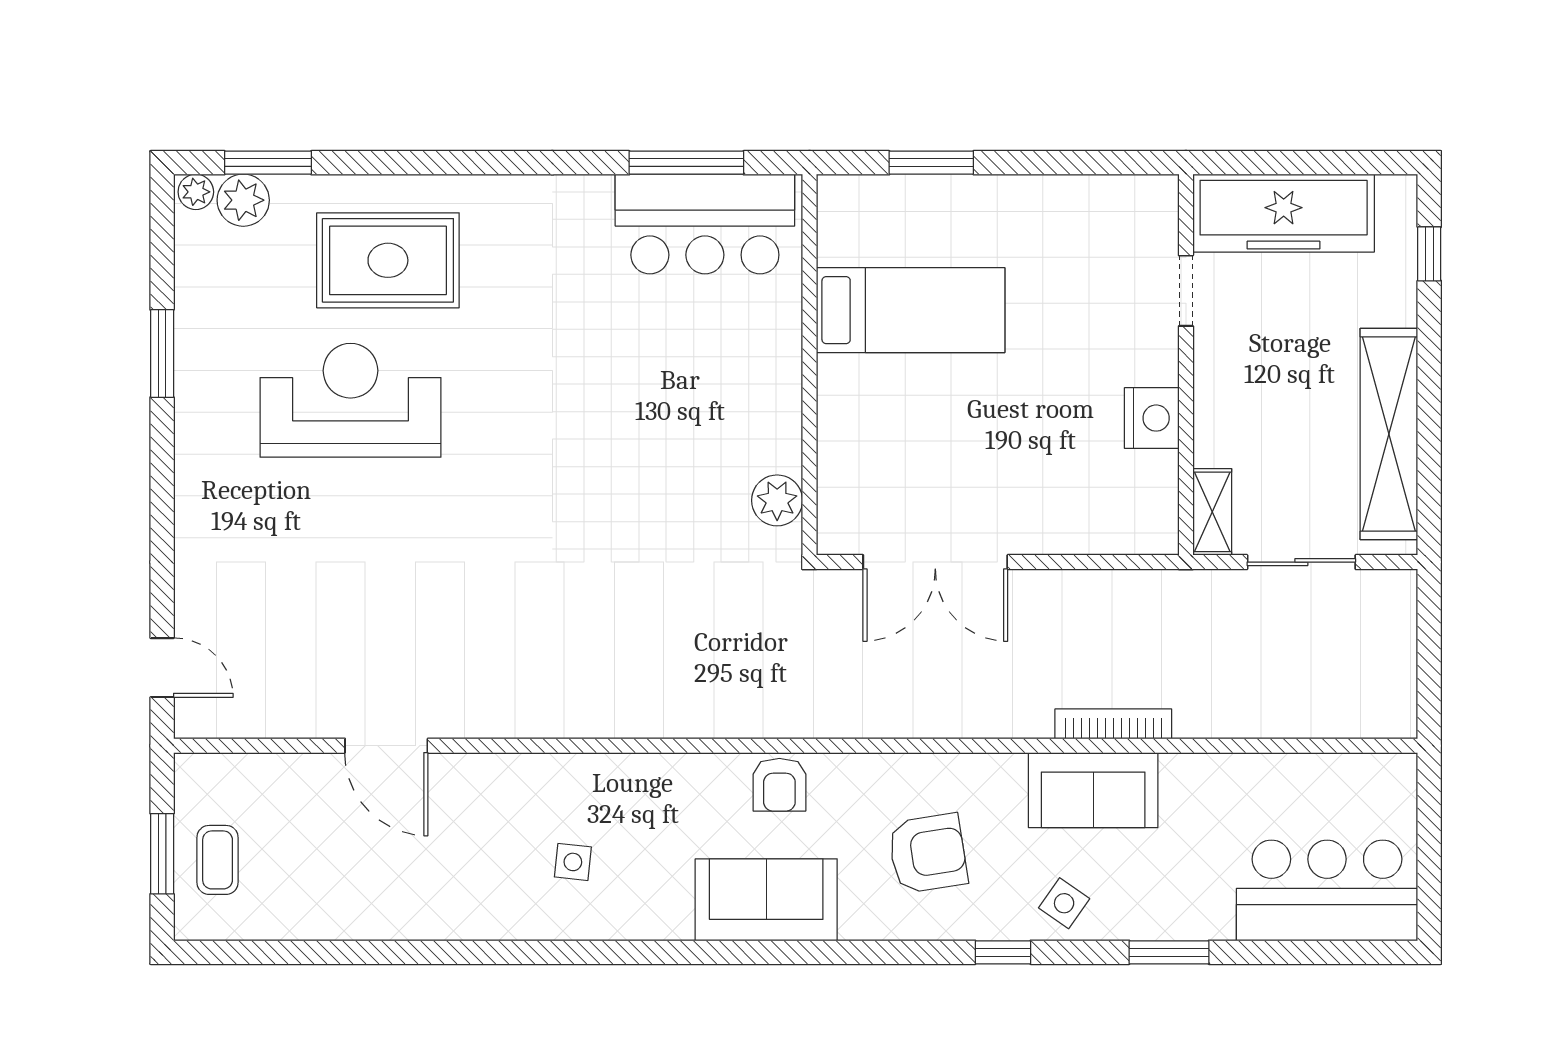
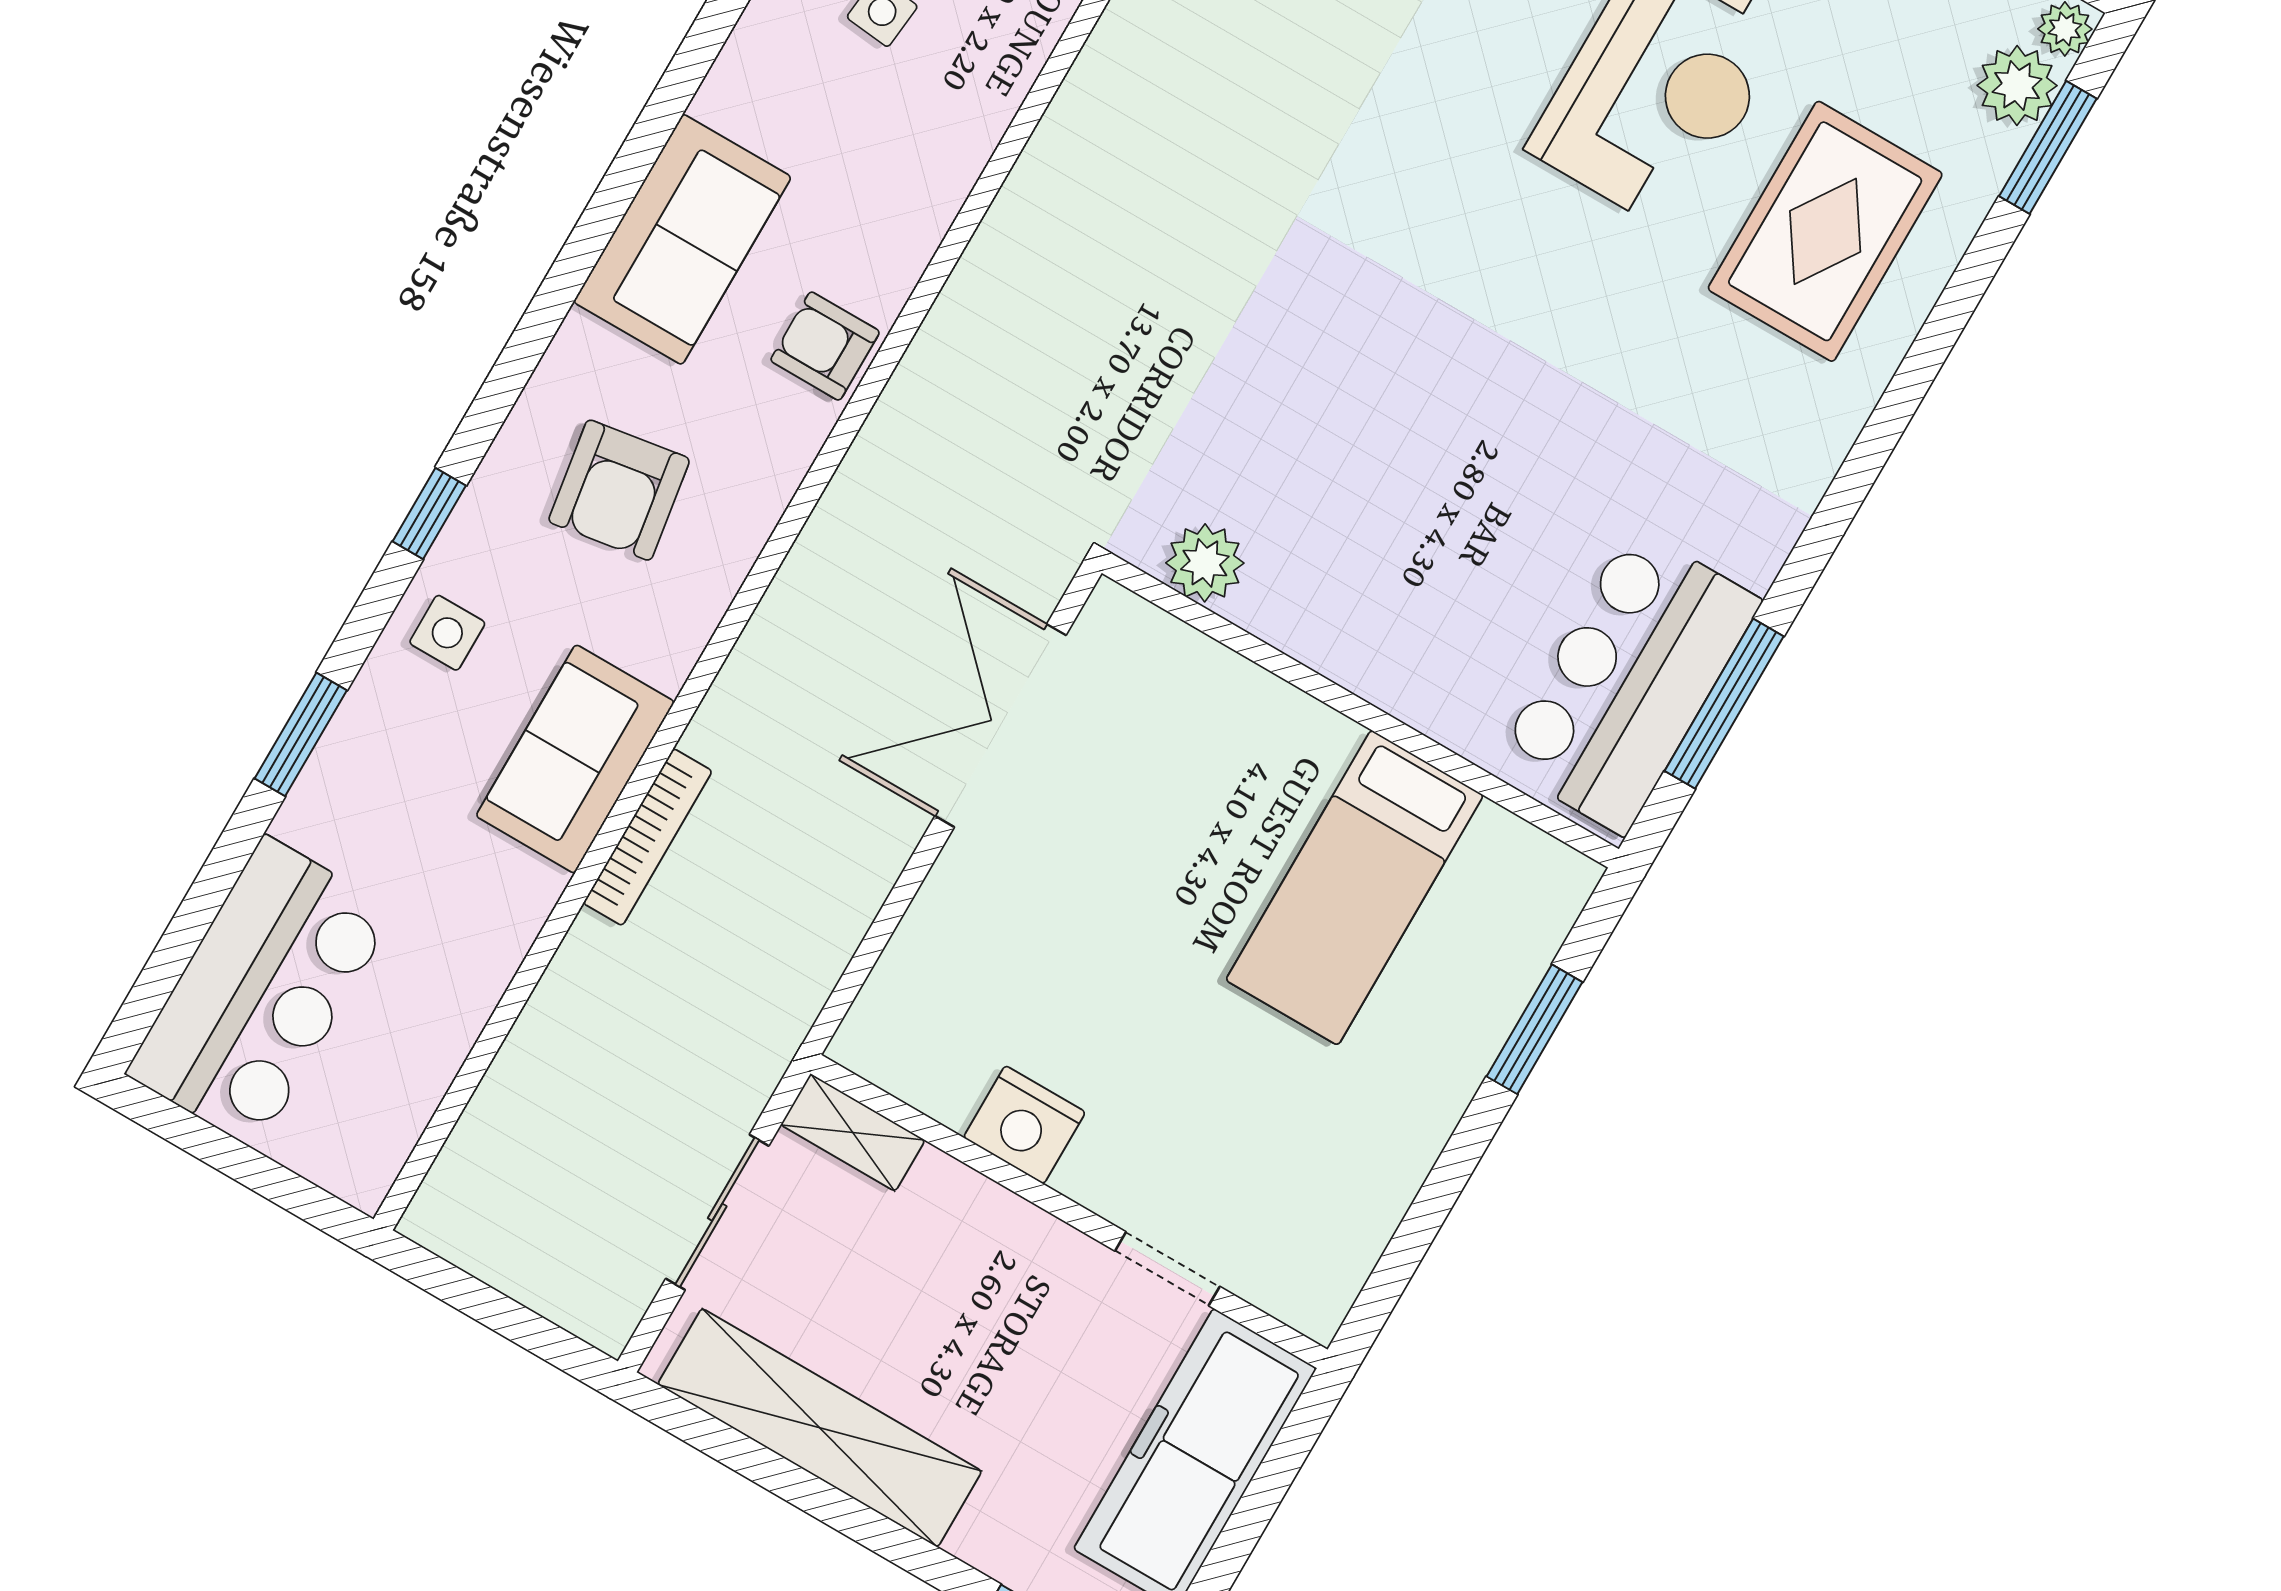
side table: (1064, 903) -> (447, 633), turned -35

